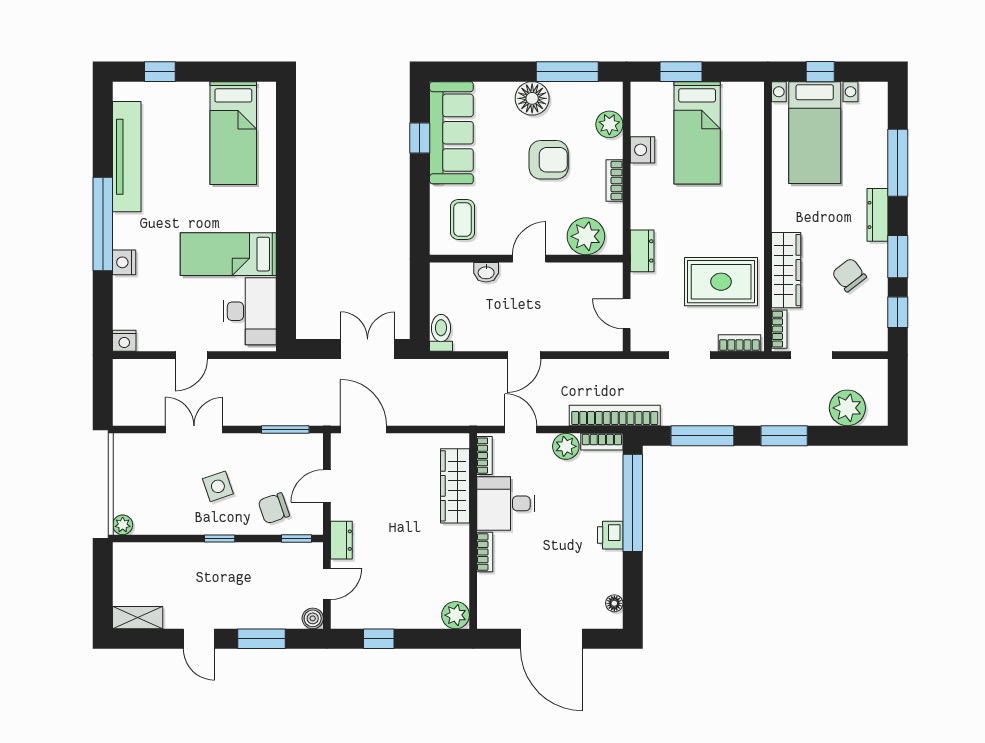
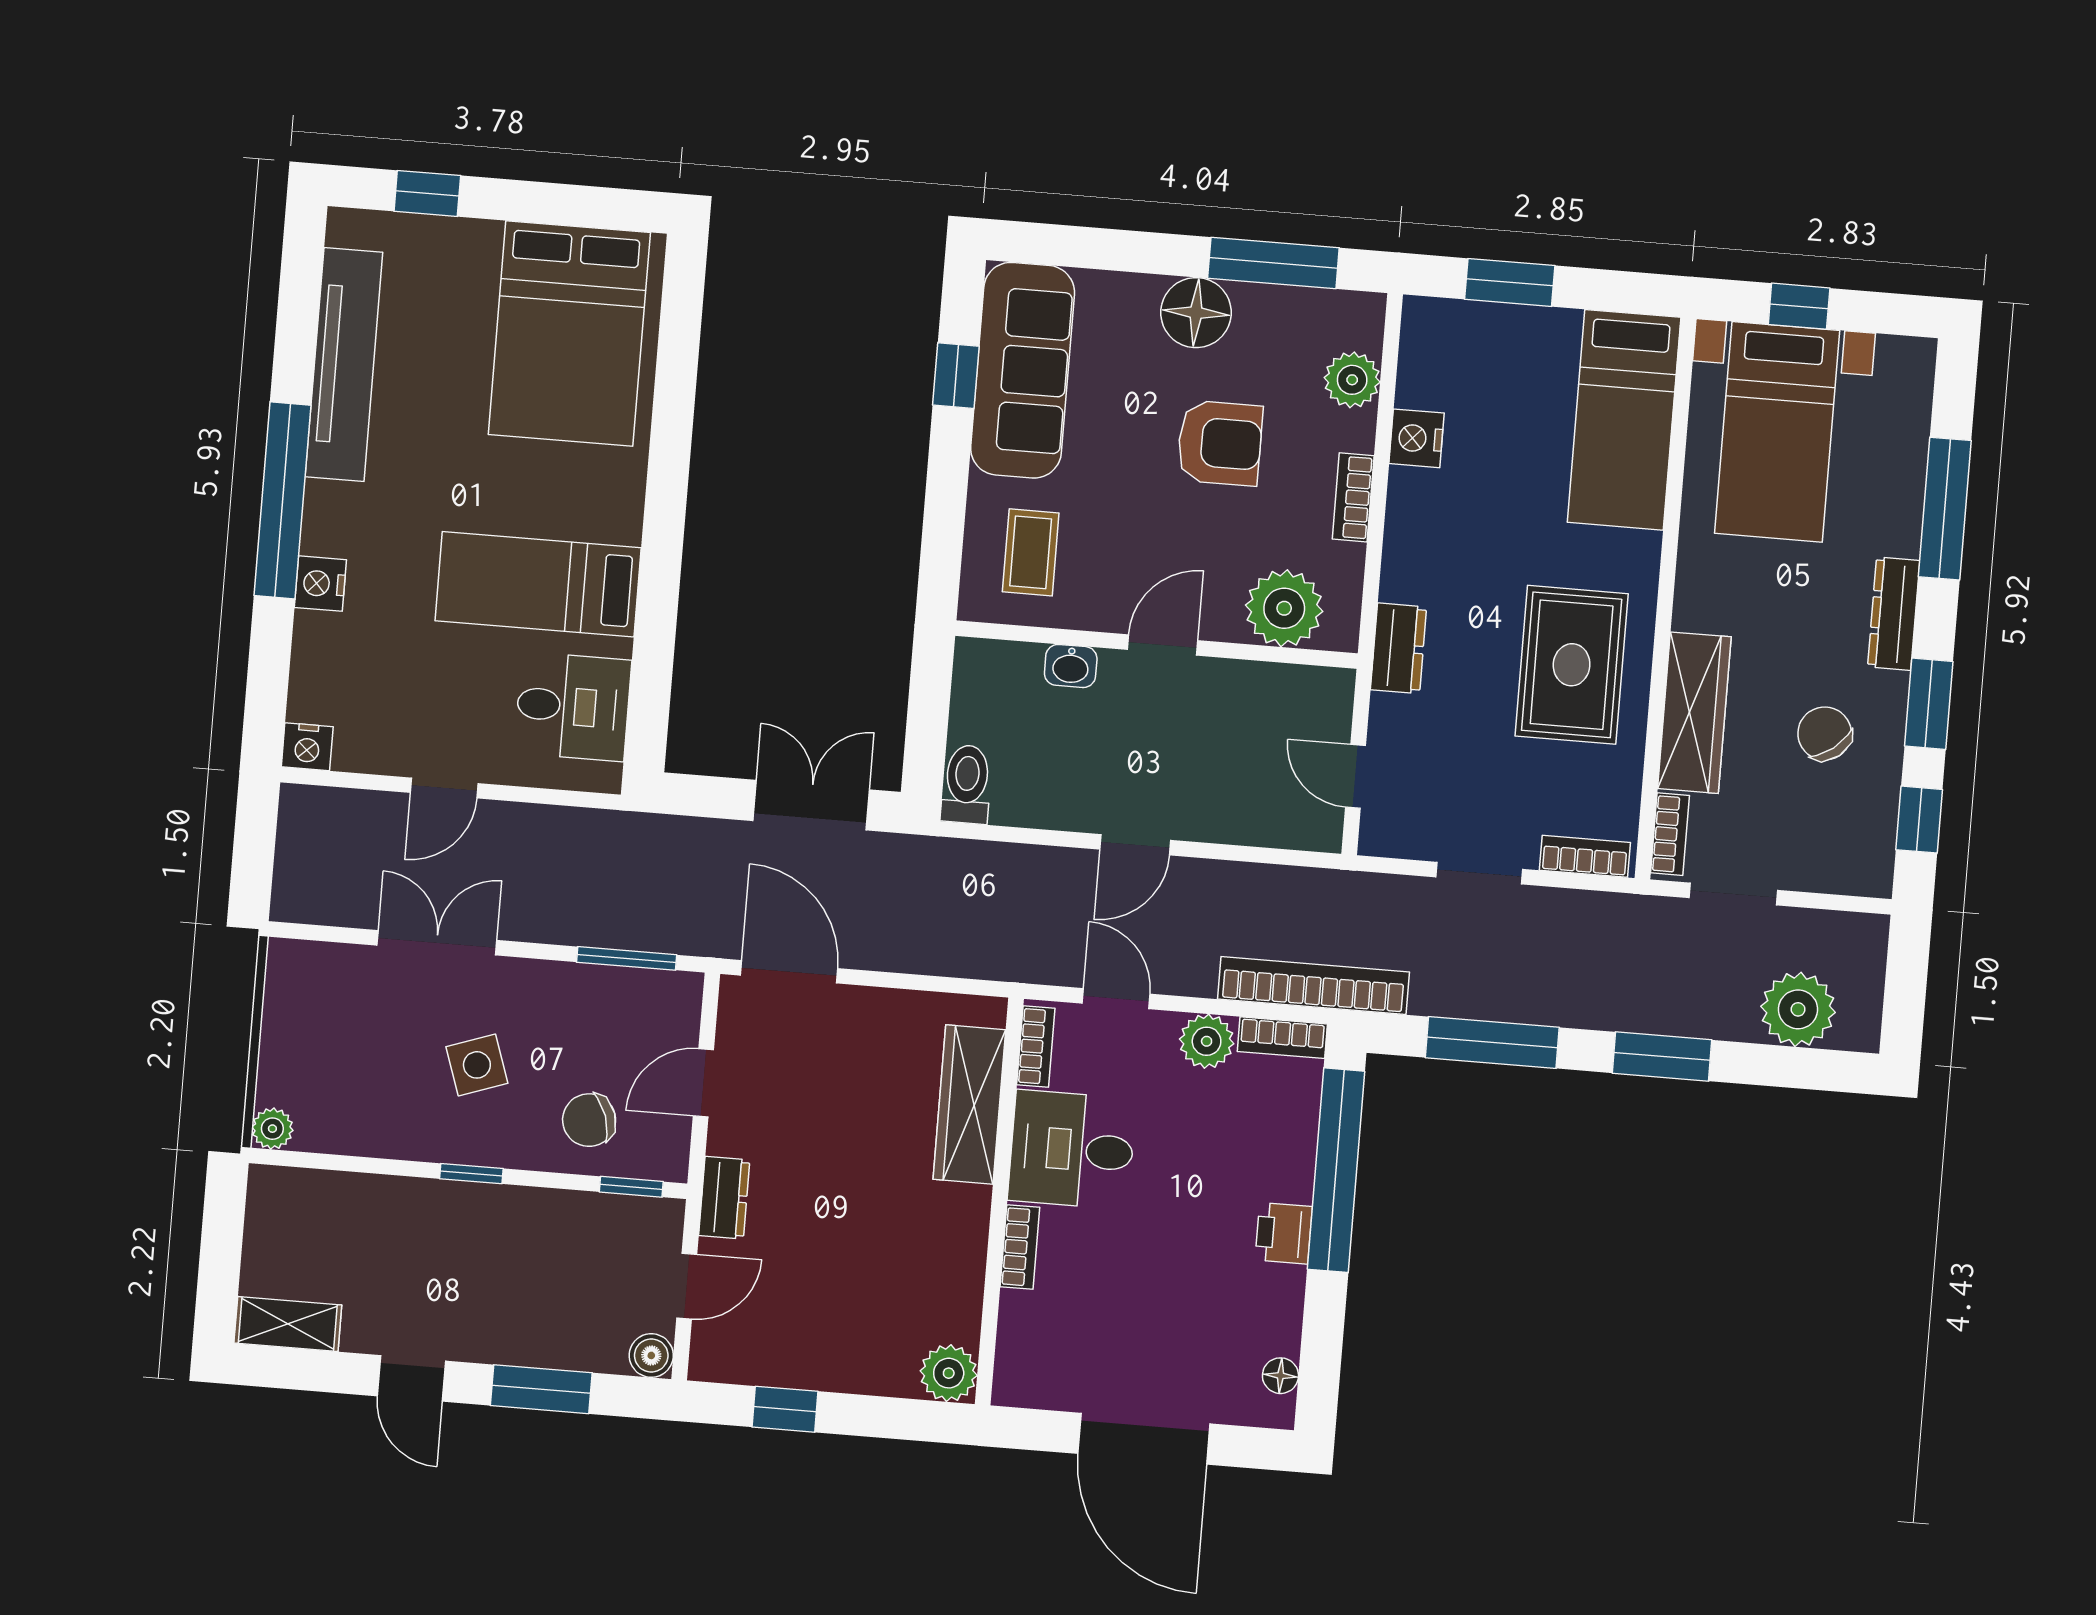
bed: (233, 133) -> (569, 334), width x1.50
bed: (697, 133) -> (1624, 420), moved
rug: (721, 282) -> (1572, 665), moved, turned 90
desk: (250, 311) -> (573, 707), width x0.73

